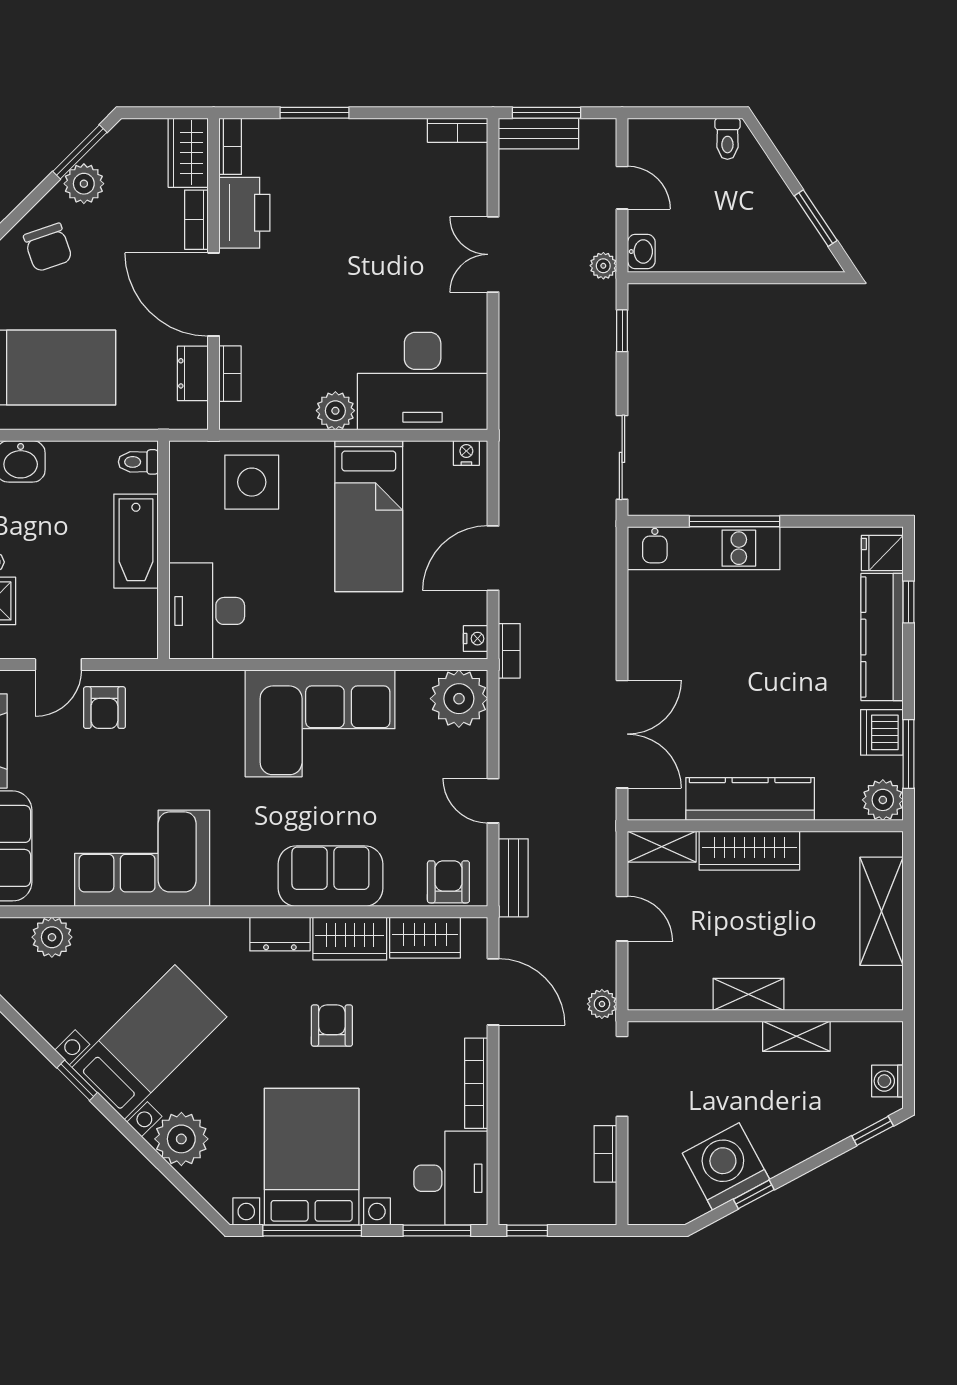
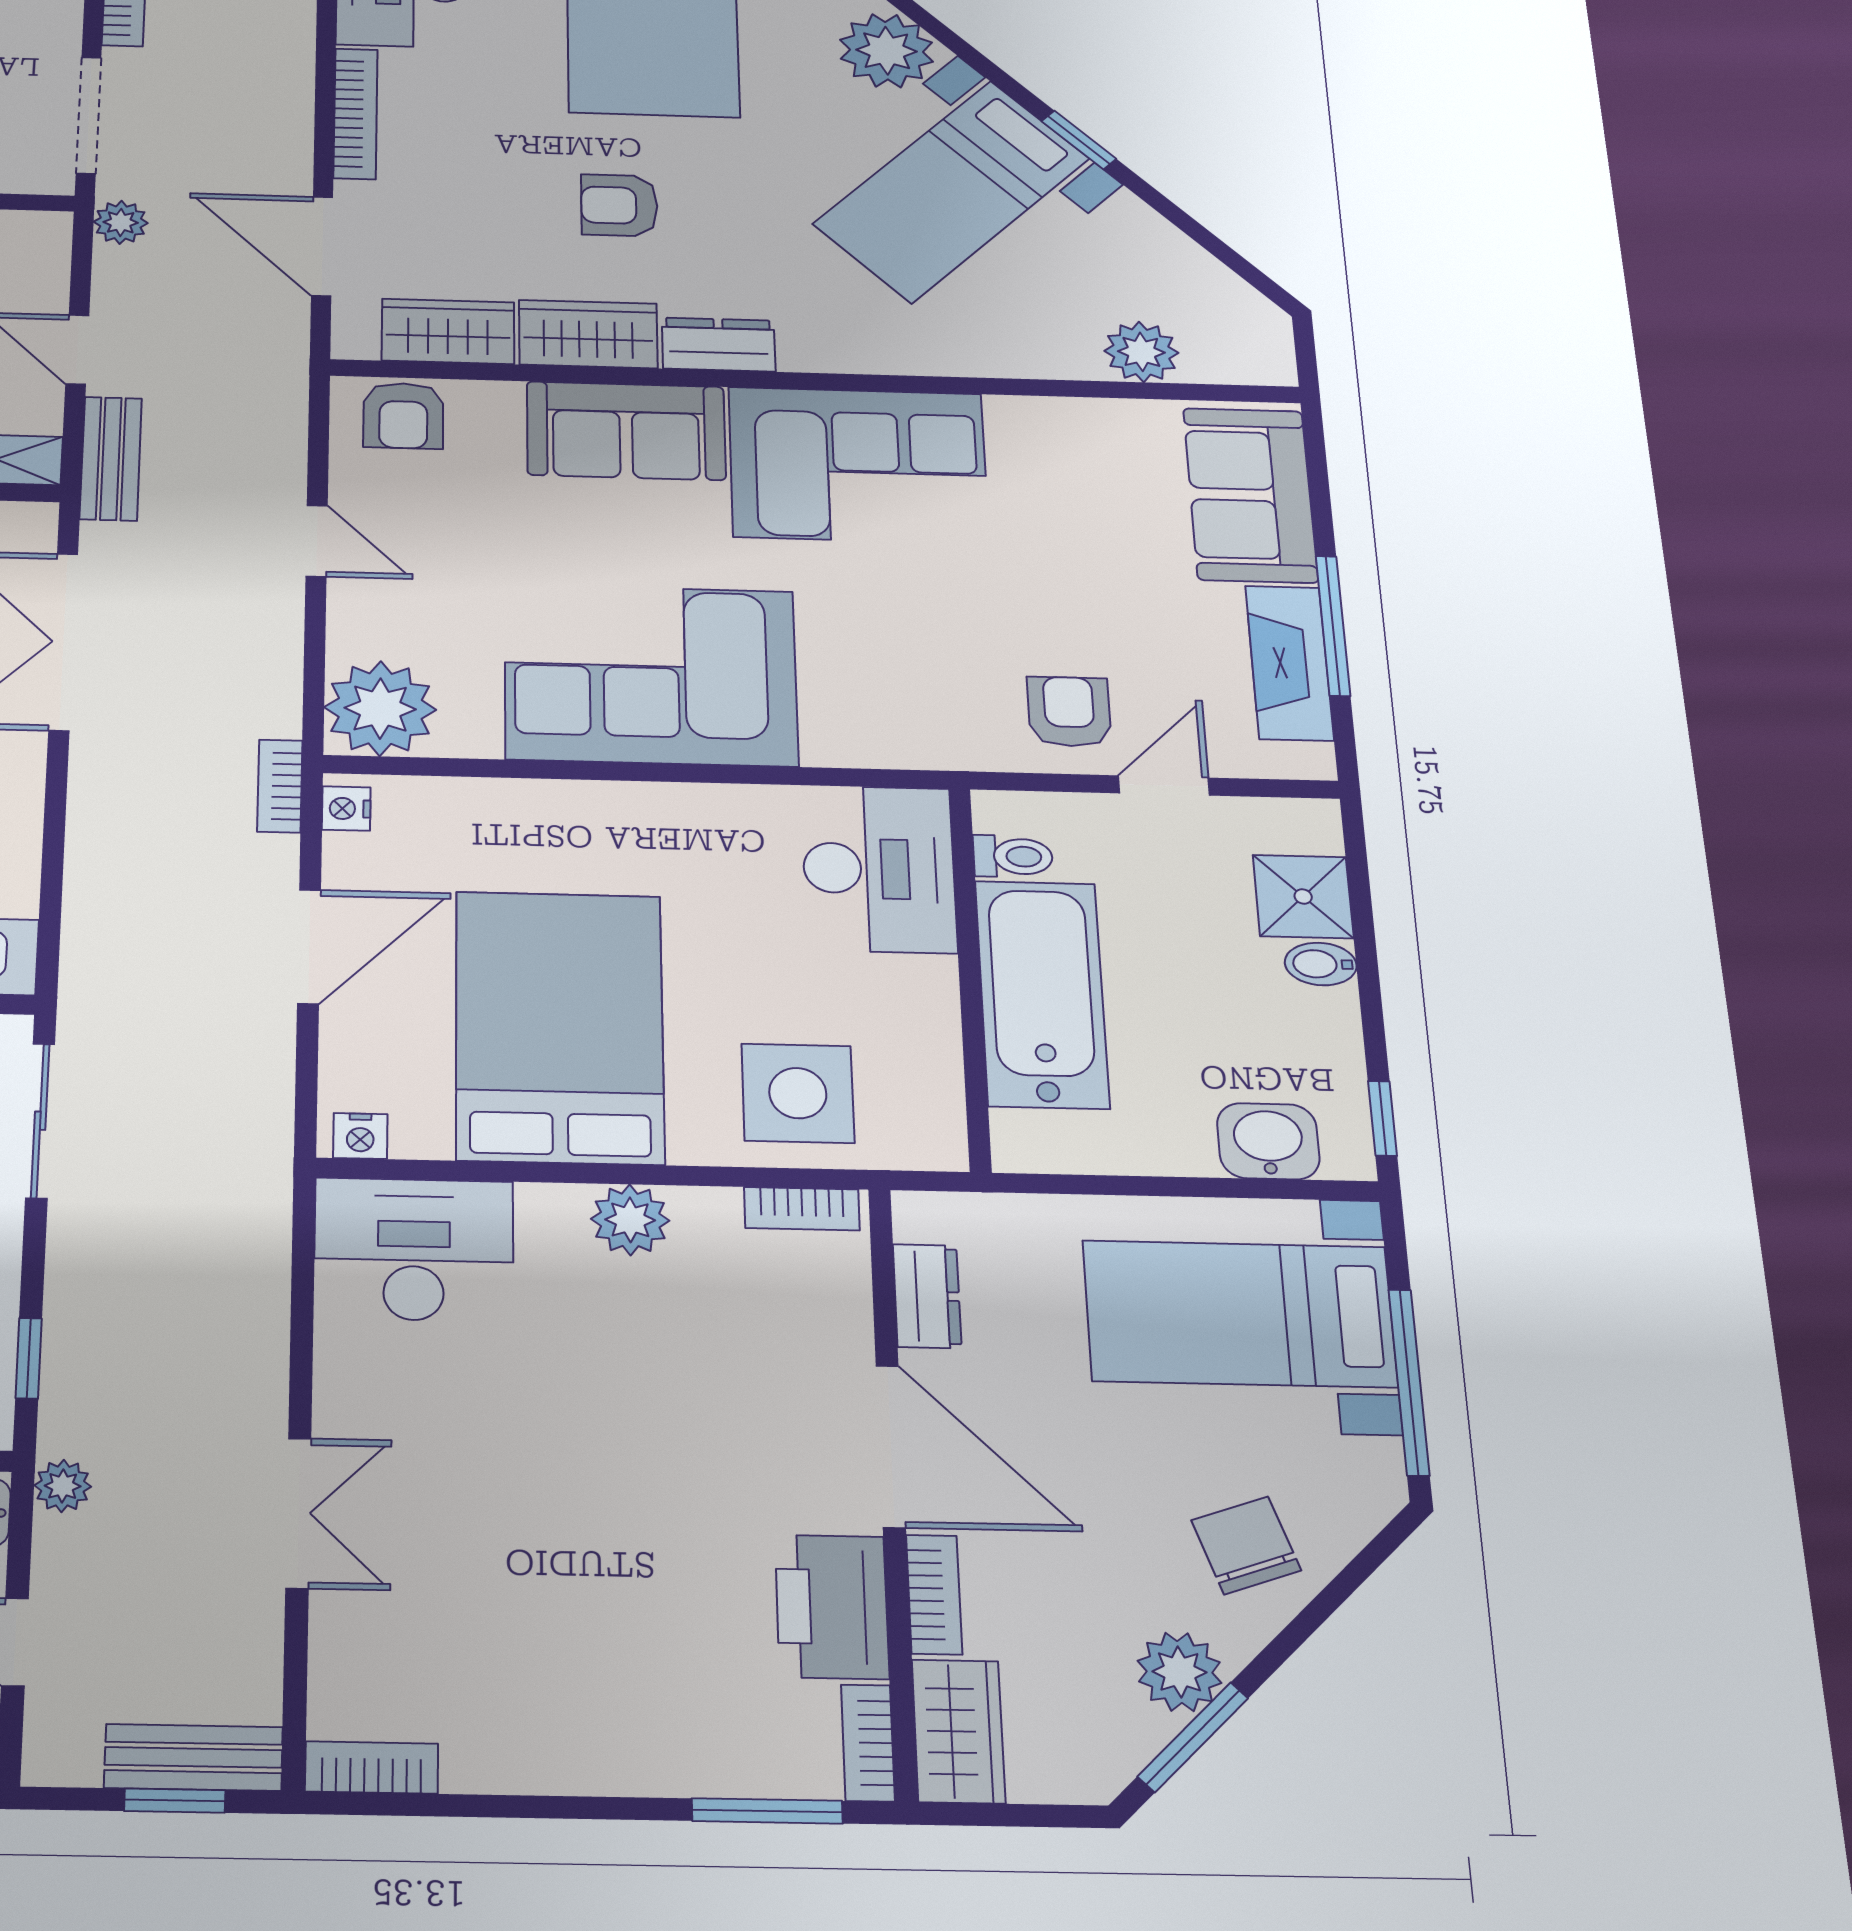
window: (315, 113) -> (767, 1811), moved
window: (546, 113) -> (175, 1801), width x0.67
bookcase: (230, 374) -> (802, 1209), moved, turned -90
desk: (423, 381) -> (414, 1249), width x0.73, depth x0.77
toilet: (138, 462) -> (1013, 856), moved
bed: (369, 516) -> (559, 1027), width x1.50
bathtub: (136, 541) -> (1042, 994), width x1.36, depth x1.36
corner sofa: (142, 858) -> (858, 465), moved
bench: (513, 878) -> (111, 459), moved
armchair: (332, 1026) -> (619, 205), turned 90

